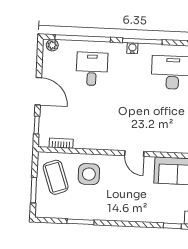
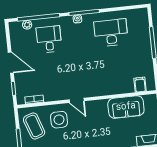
plant: (52, 45) -> (27, 25), moved
door: (134, 154) -> (77, 100), moved

